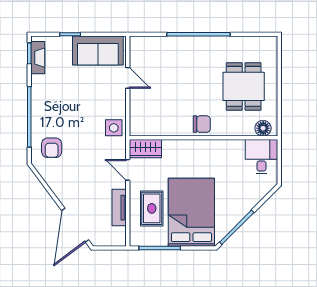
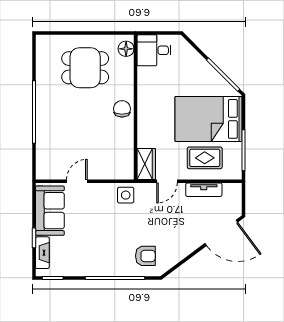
fireplace: (38, 58) -> (42, 253), moved, turned 90

